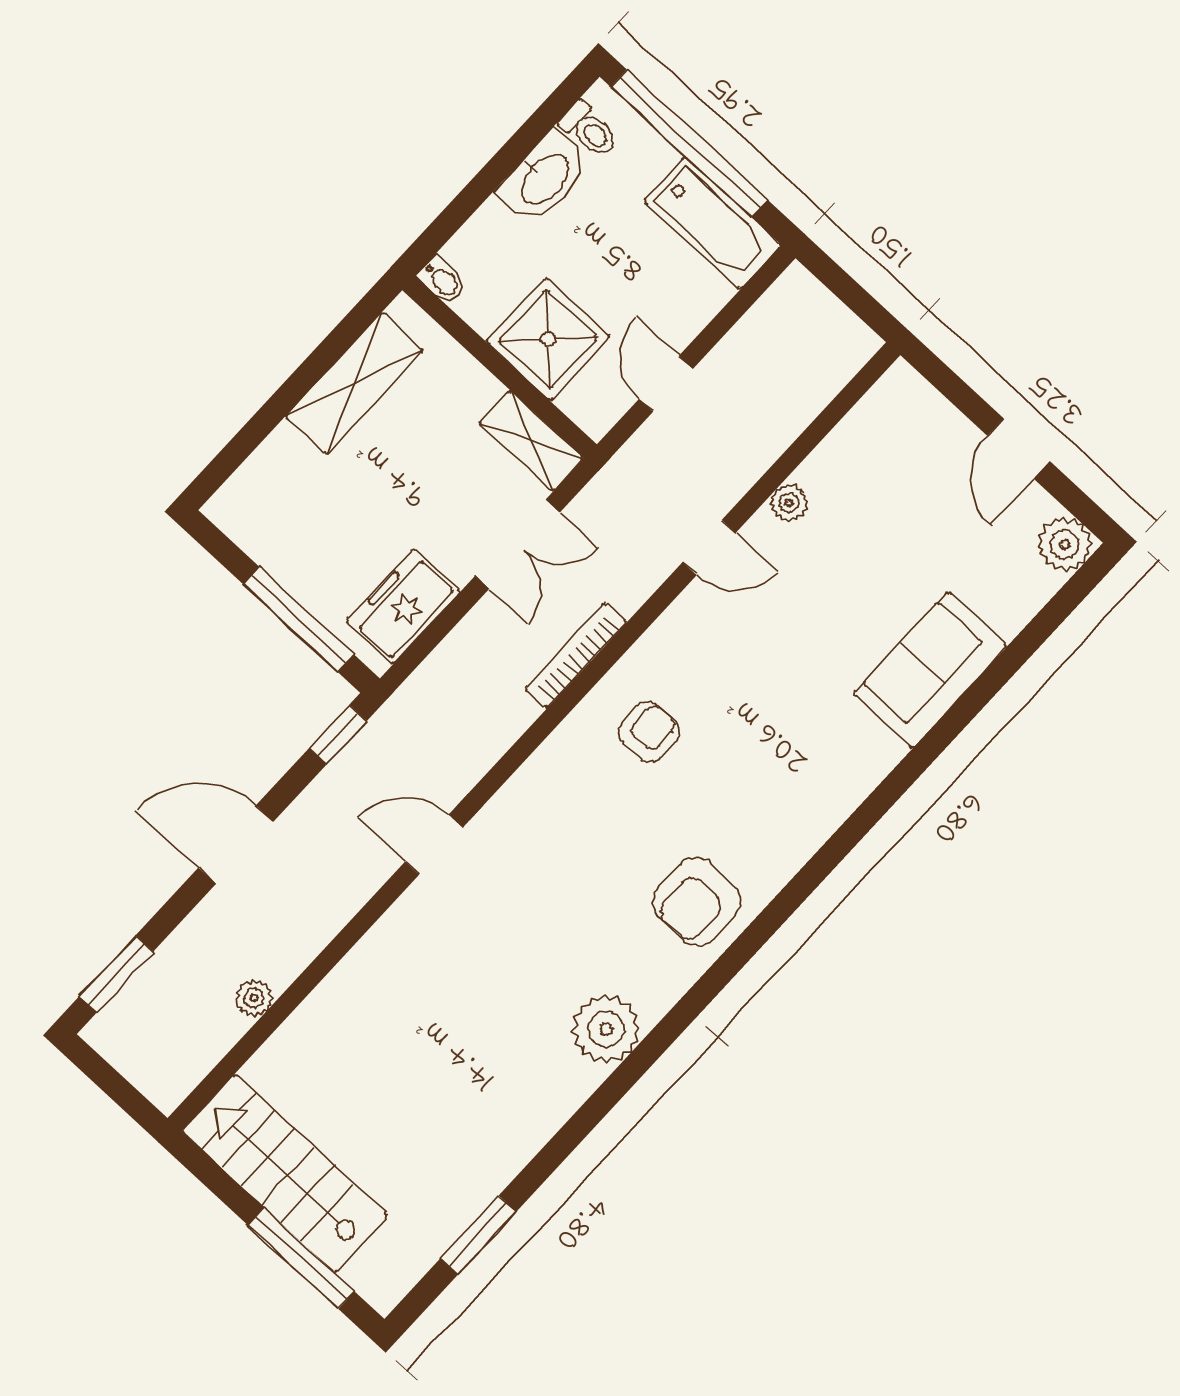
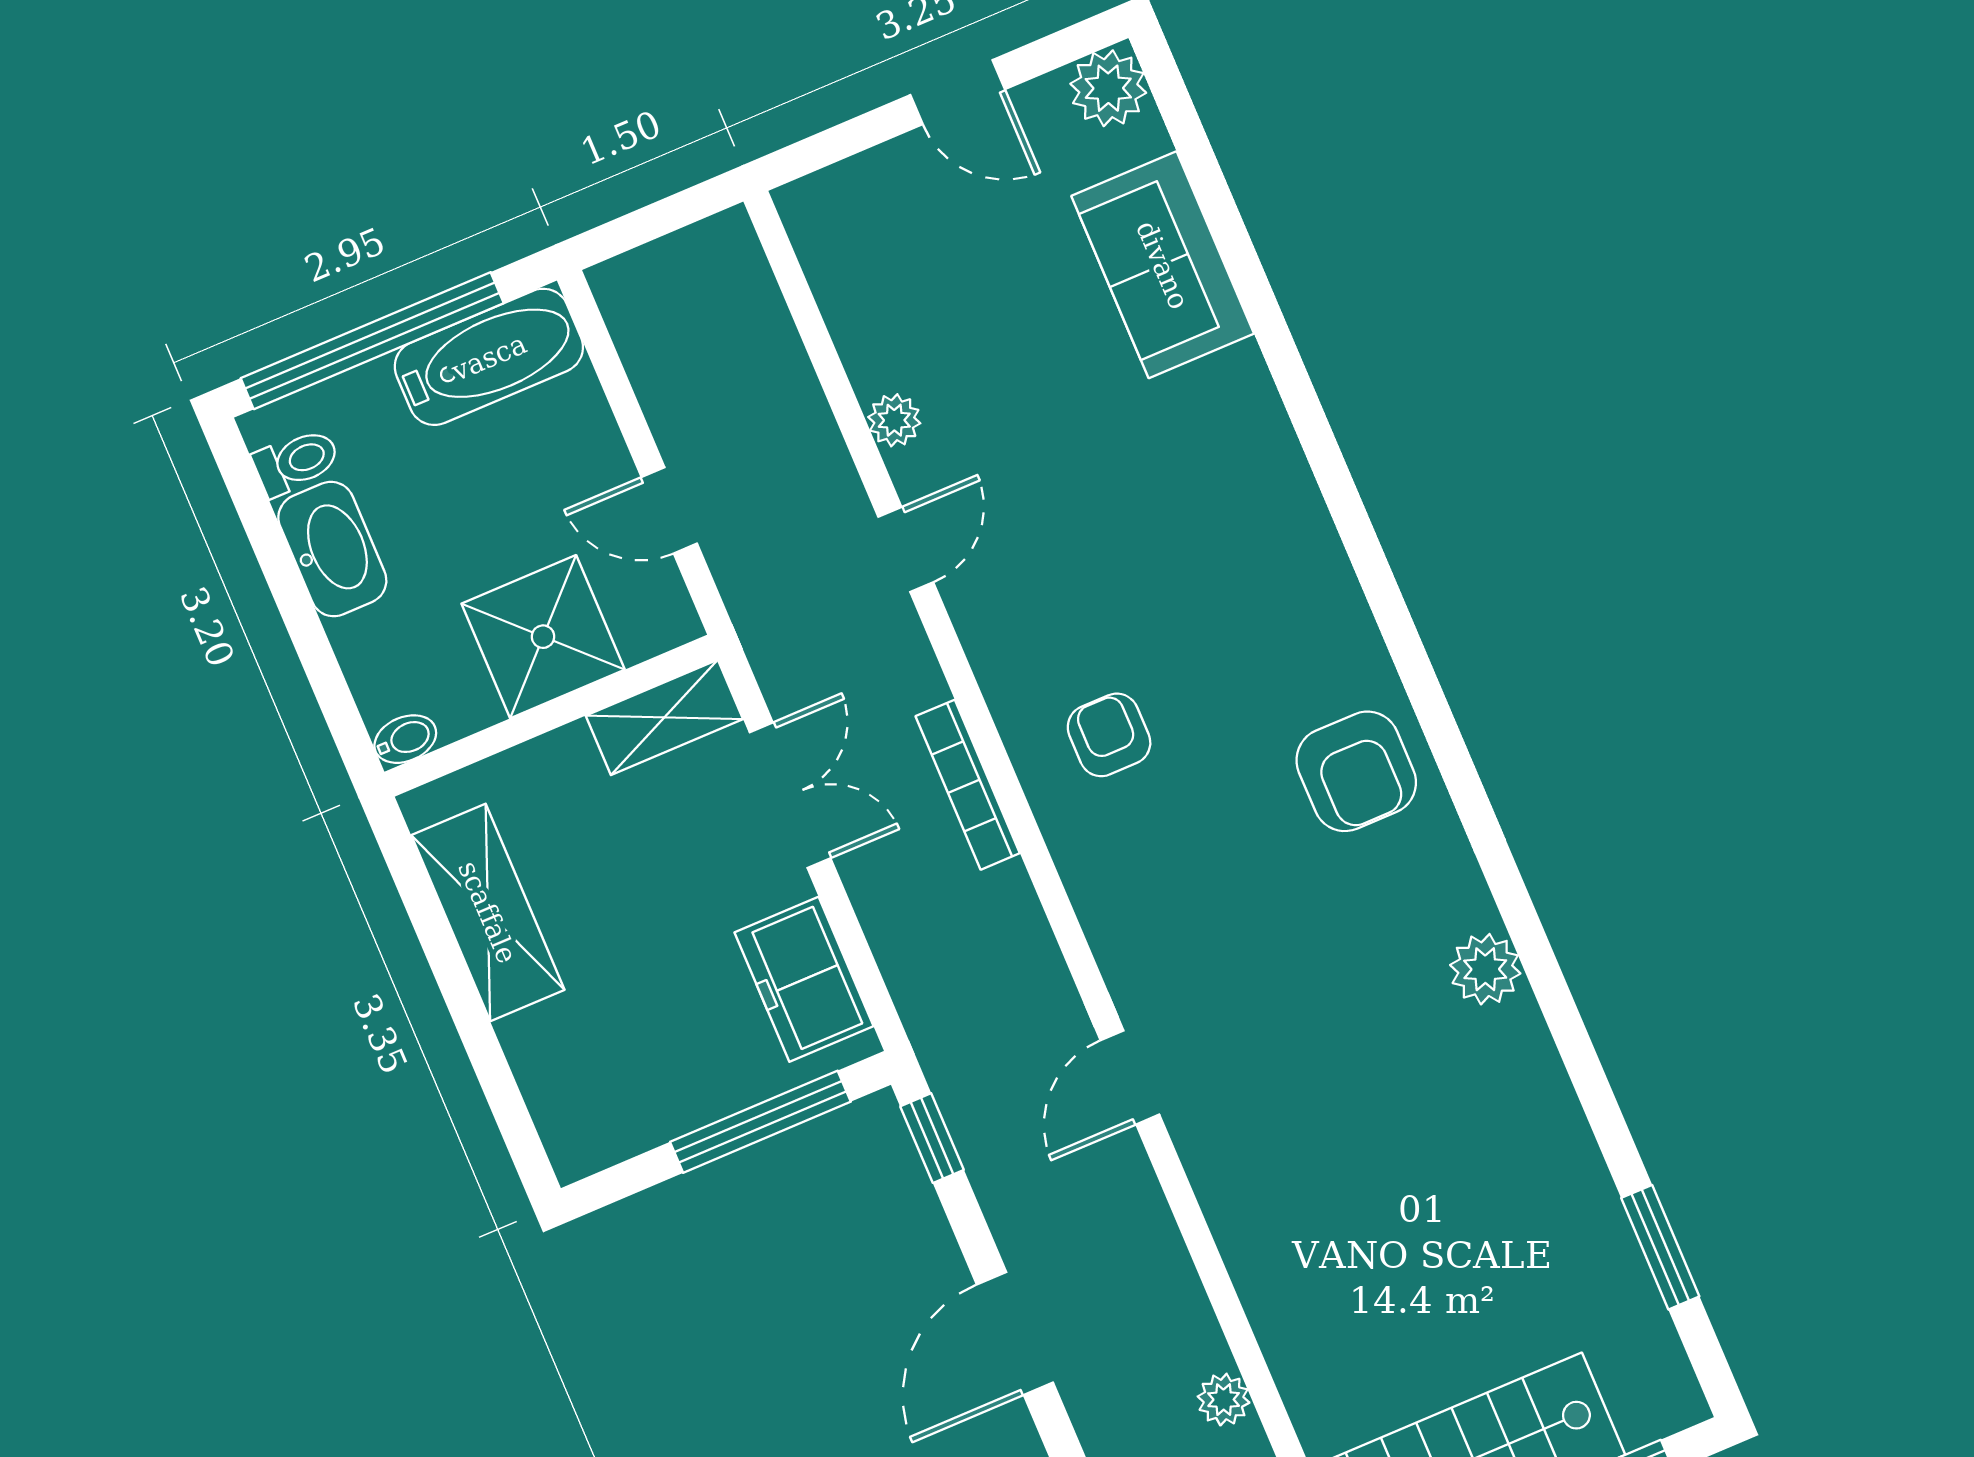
sofa: (930, 670) -> (1163, 265), moved
plant: (606, 1029) -> (1485, 969), width x0.73, depth x0.73

